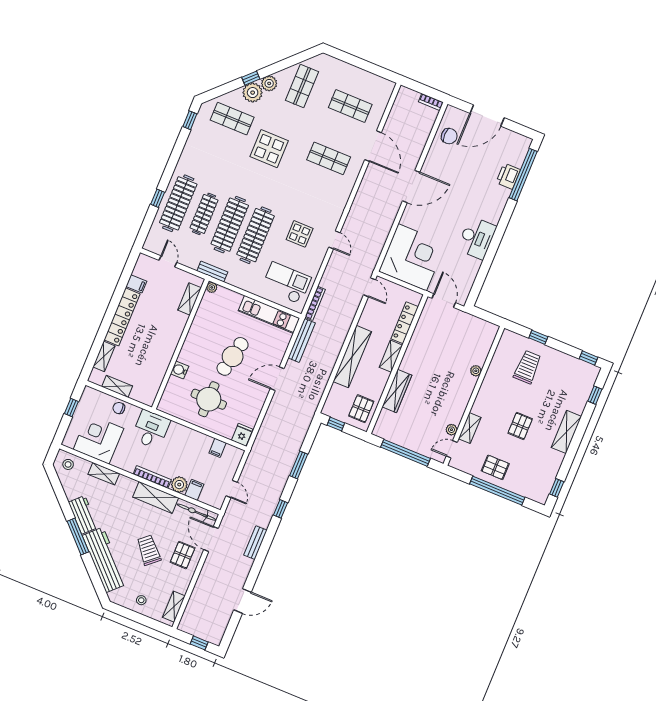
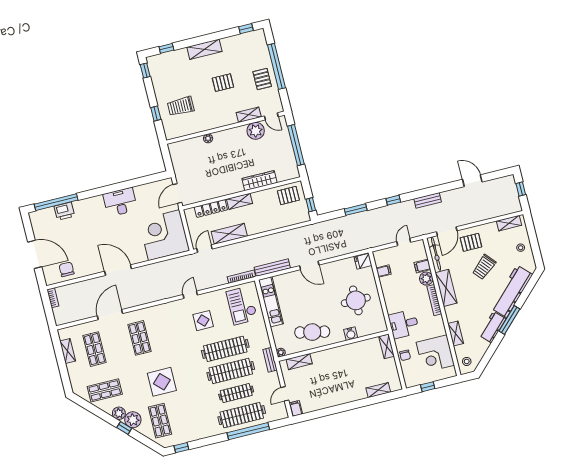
shelving: (368, 78) -> (68, 351), added
window: (158, 198) -> (248, 431), width x3.17
filing cabinet: (136, 284) -> (296, 409), moved
locker: (122, 317) -> (344, 397), removed
cafe table: (233, 356) -> (312, 332), moved
shelving: (352, 357) -> (229, 234), moved, width x0.68
shelving: (117, 386) -> (387, 346), moved
plant: (451, 430) -> (256, 131), width x1.88, depth x1.88

